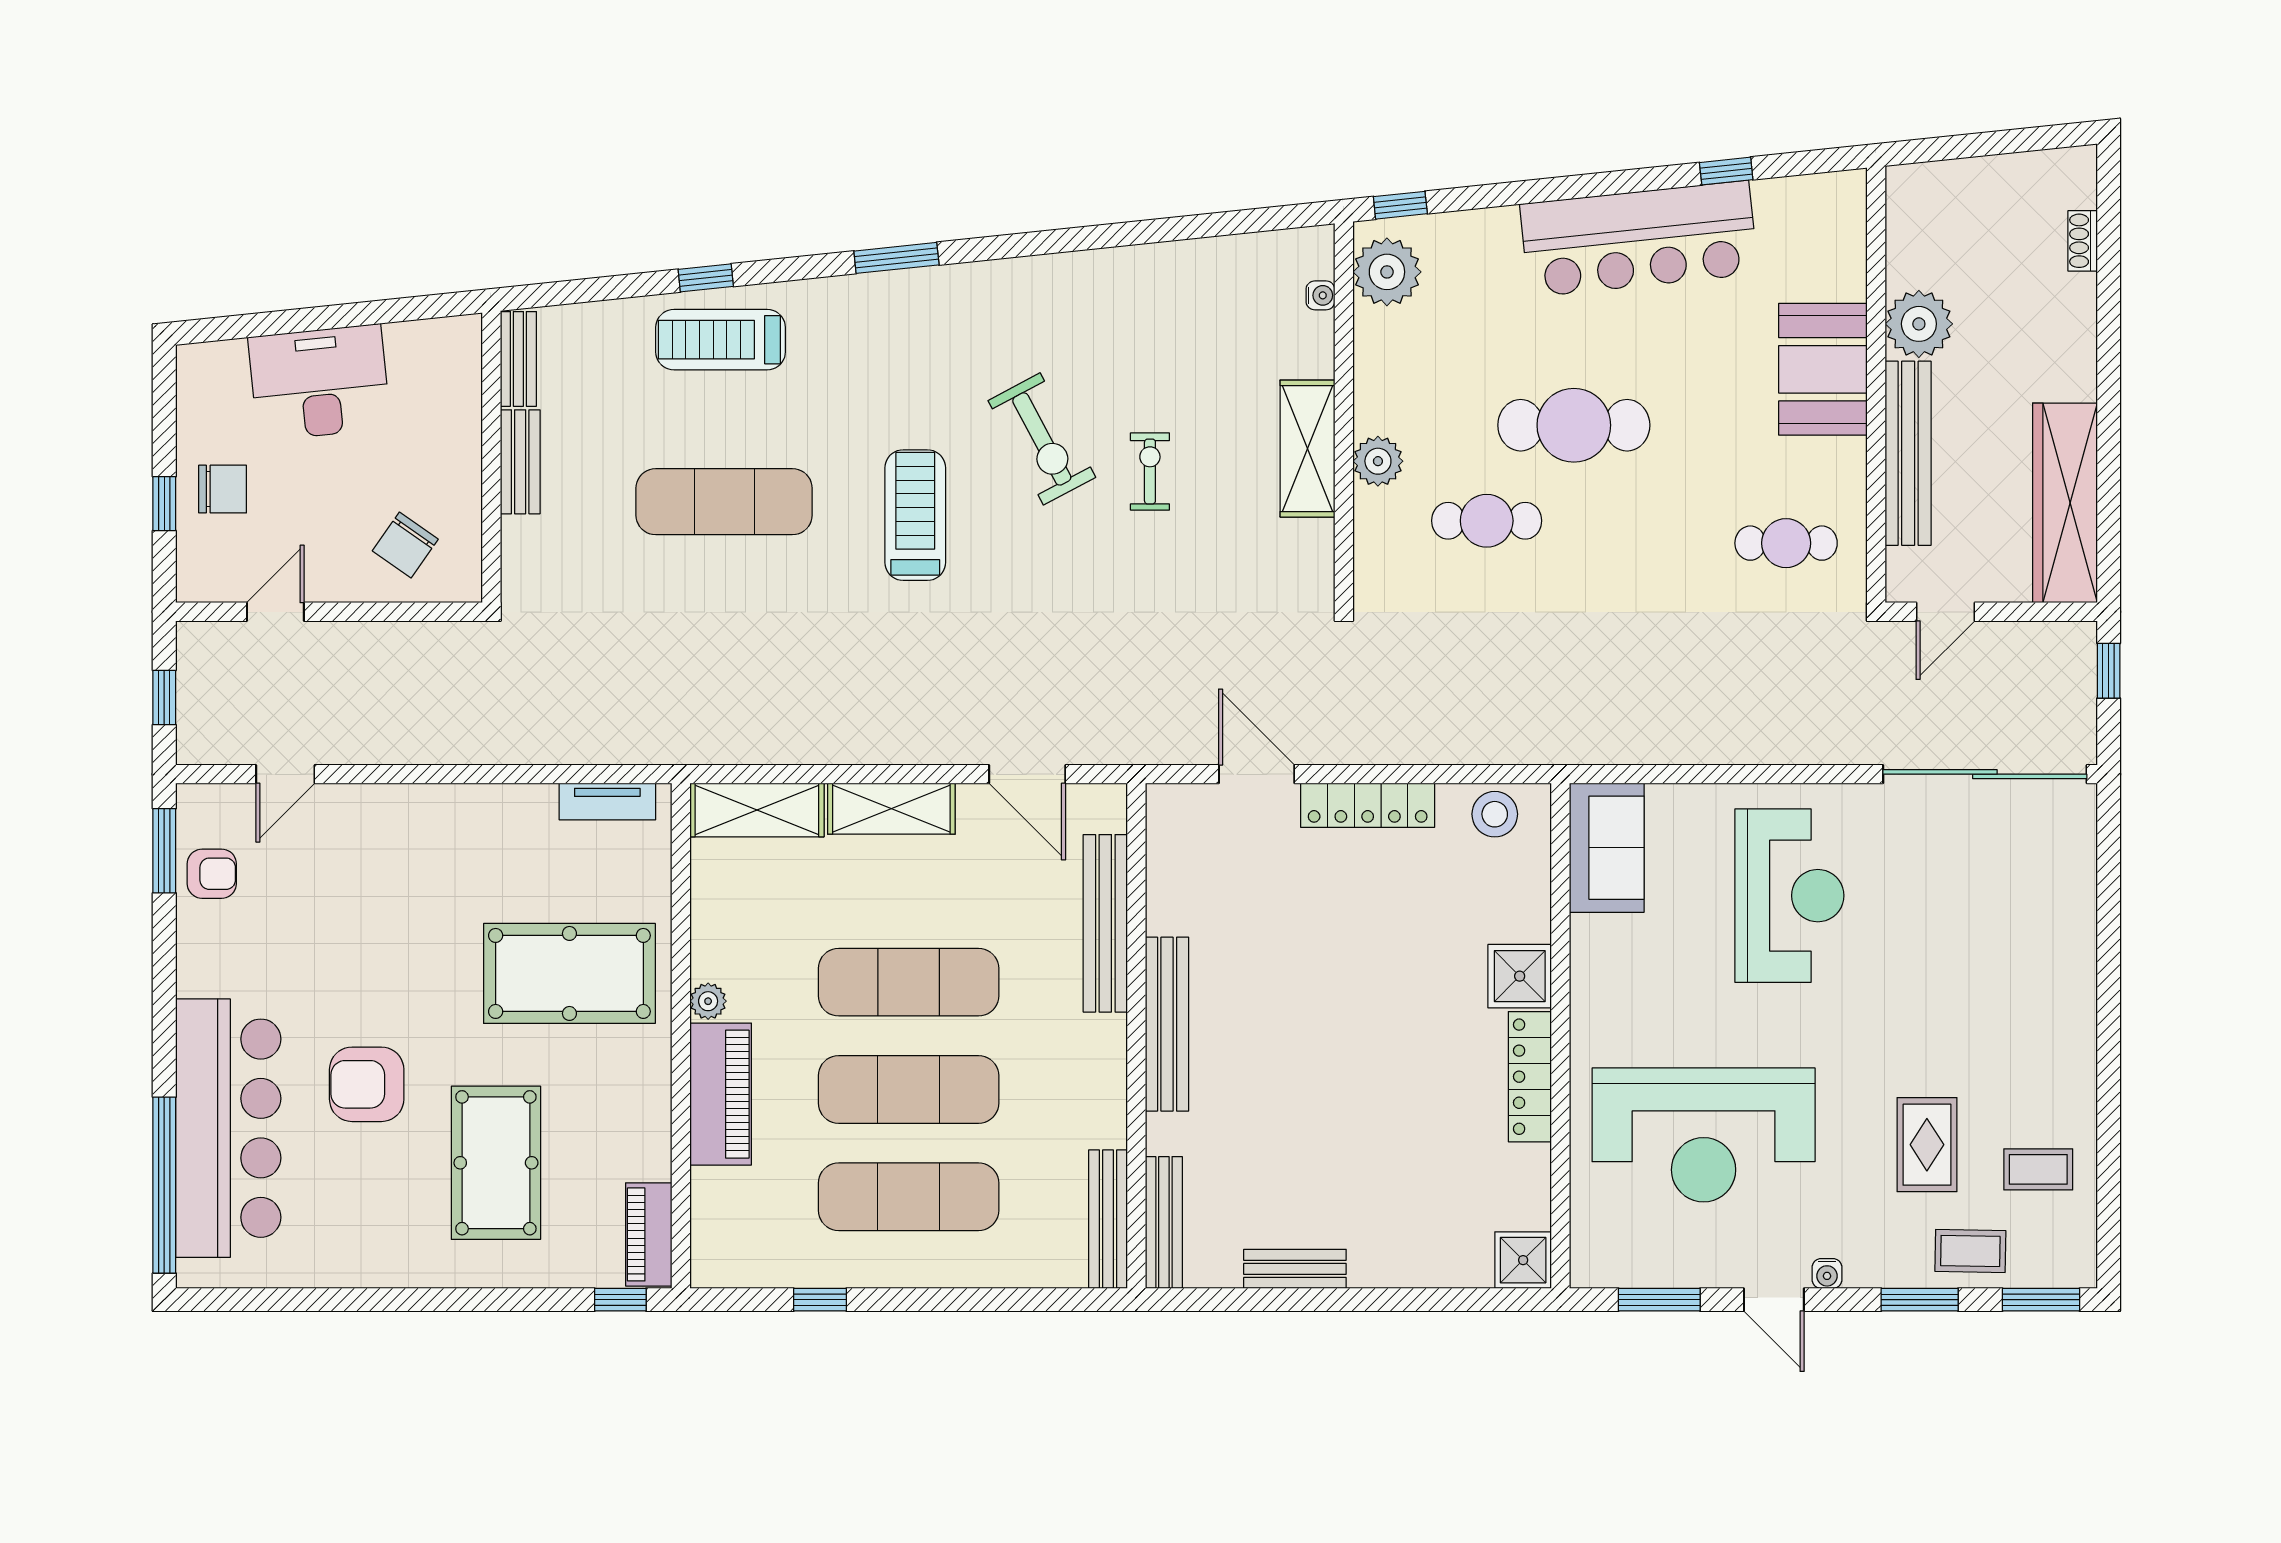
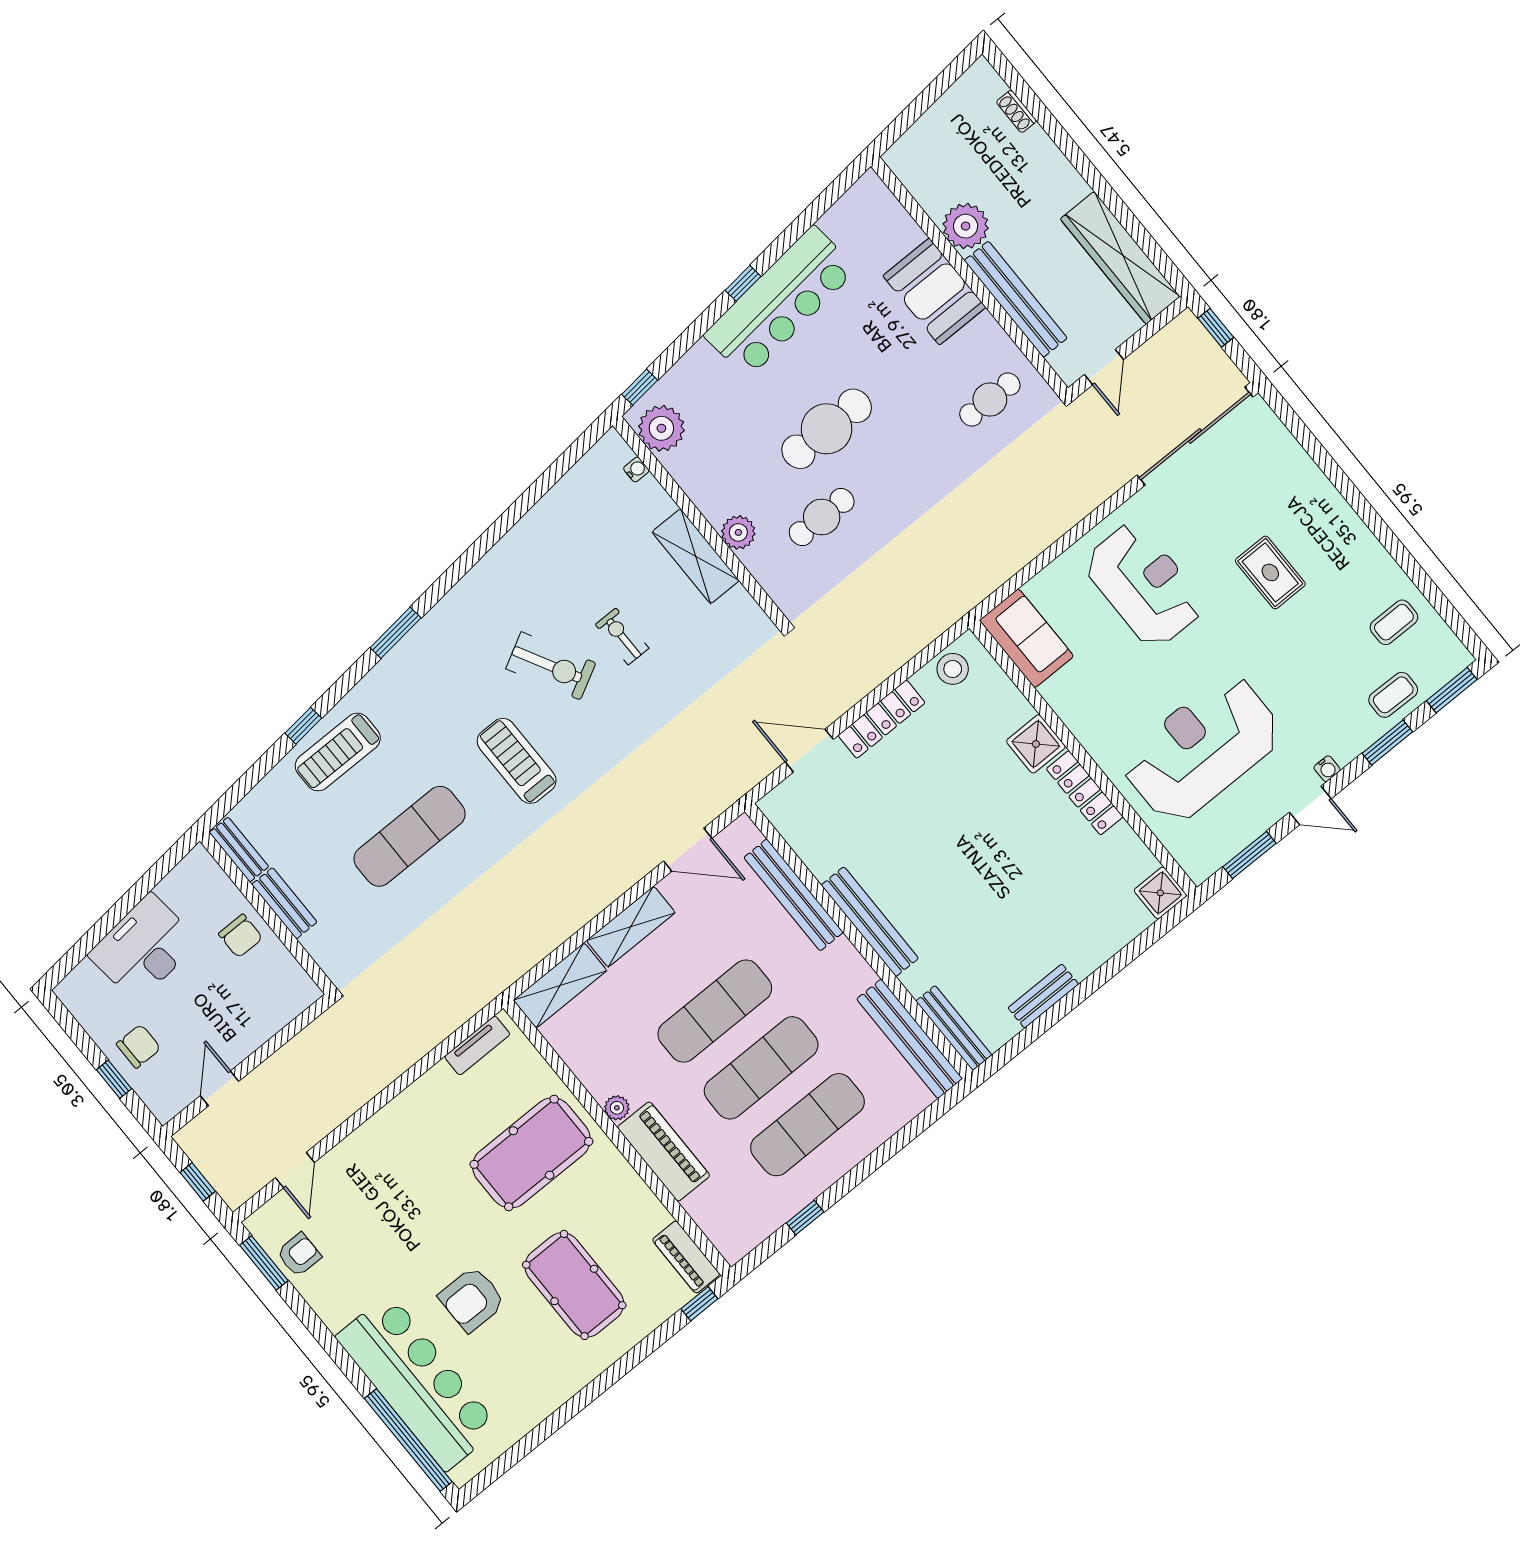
window: (1726, 171) -> (743, 283), moved
chair: (405, 545) -> (241, 936), moved, turned -35
reception desk: (1704, 1135) -> (1202, 749), turned 180
rug: (1927, 1145) -> (1270, 572), moved
bench: (1108, 1219) -> (910, 1039), width x1.37, depth x1.21

